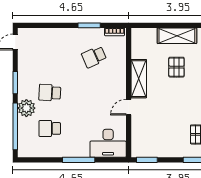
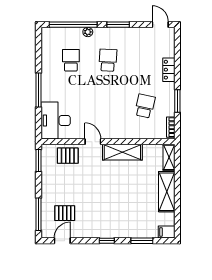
locker: (59, 34) -> (169, 70), added
shelving: (144, 34) -> (169, 157), added
school desk: (94, 57) -> (145, 106), turned 36
pallet: (176, 67) -> (68, 156), moved
plant: (26, 108) -> (88, 32), width x0.53, depth x0.53

